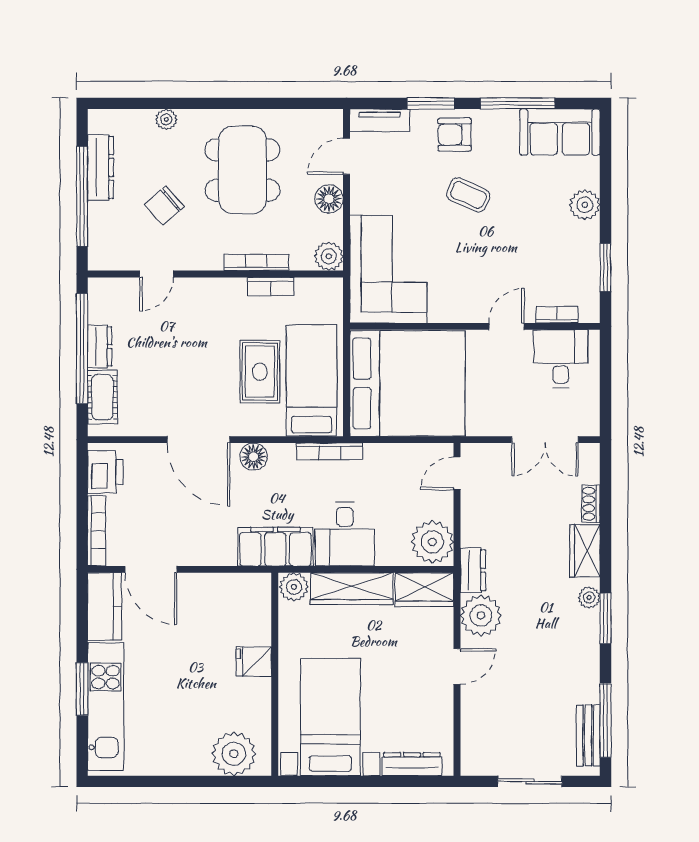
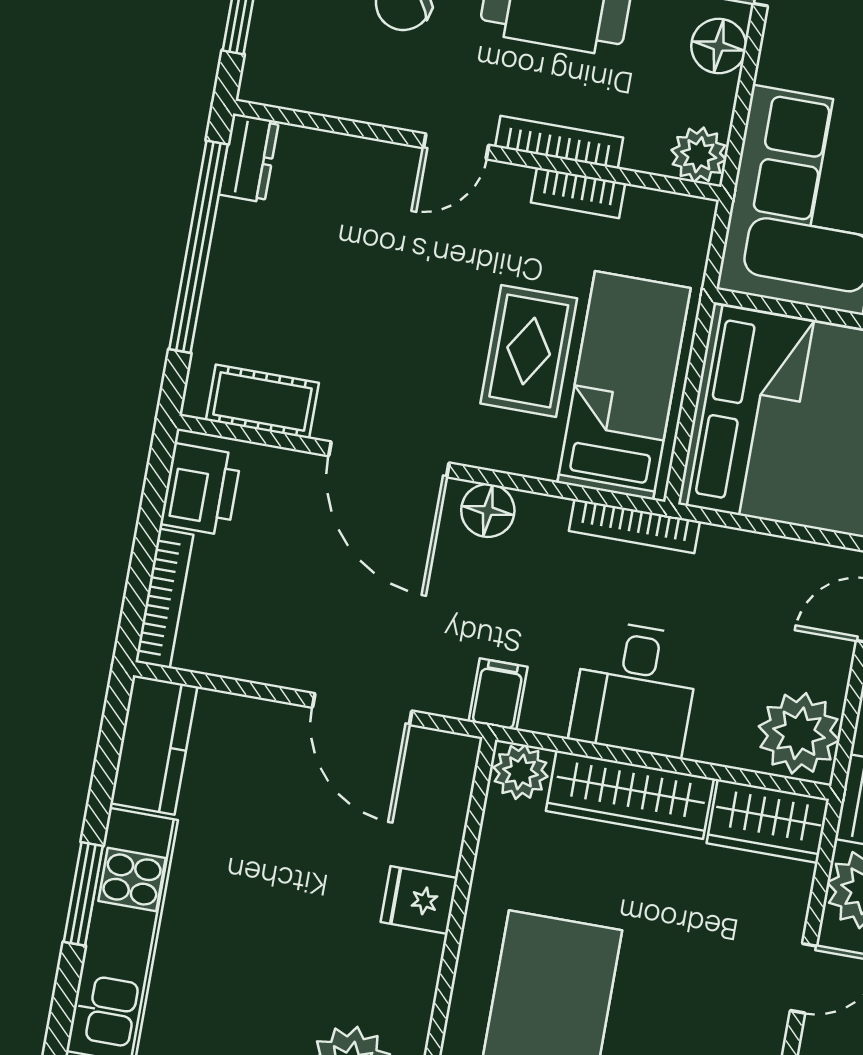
door: (157, 274) -> (456, 146), moved
dresser: (100, 346) -> (249, 158), moved
cot: (102, 397) -> (262, 402), moved, turned 90
filing cabinet: (275, 547) -> (498, 694), width x0.33, depth x0.86
door: (151, 569) -> (362, 709), moved

